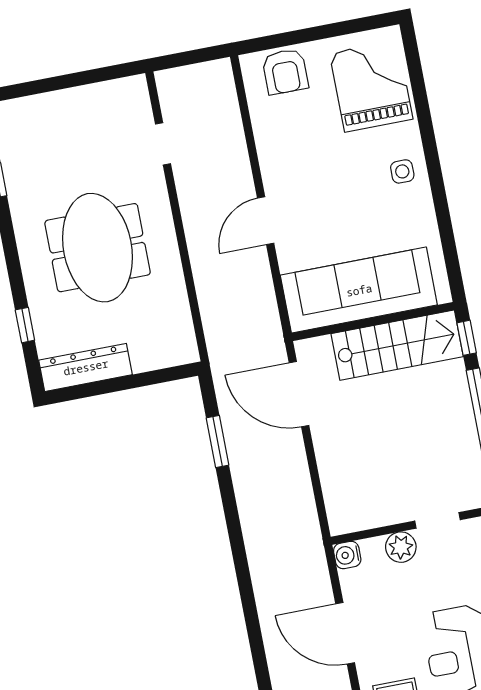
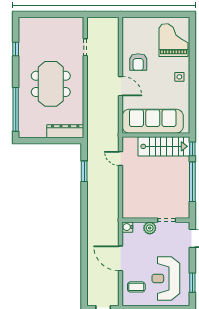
armchair: (285, 72) -> (138, 62), moved
door: (266, 221) -> (121, 86), swing flipped
window: (25, 325) -> (16, 109), width x3.17
dresser: (86, 367) -> (65, 131), moved
door: (299, 394) -> (121, 159), width x0.53

